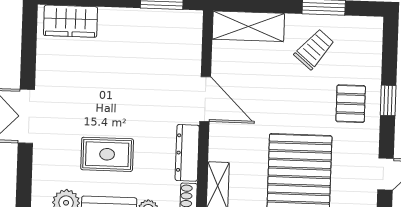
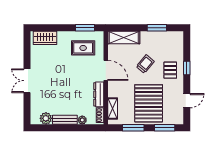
trolley: (314, 49) -> (145, 64), moved
rug: (107, 154) -> (83, 48), moved

